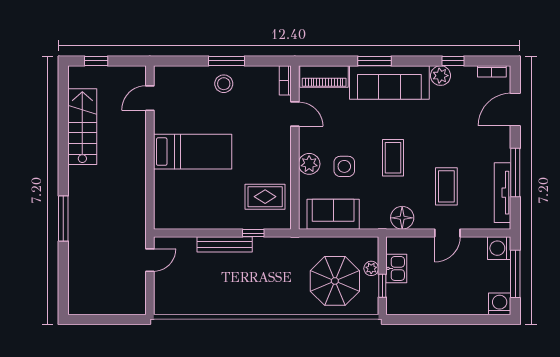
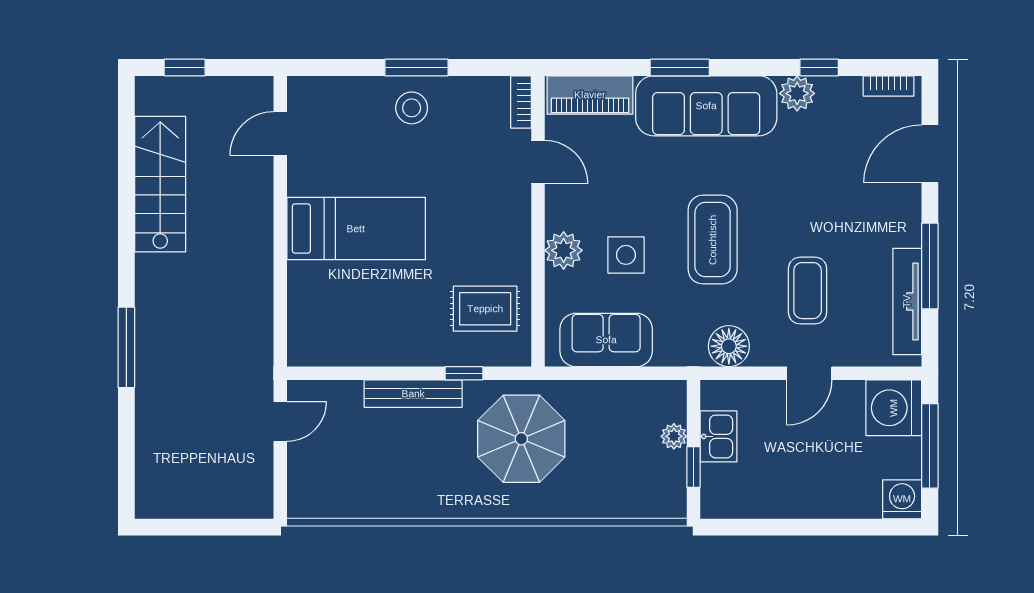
coffee table: (393, 158) -> (713, 240), width x1.36, depth x1.32
washing machine: (499, 248) -> (894, 408), width x1.37, depth x1.37
parasol: (335, 281) -> (521, 439), moved

